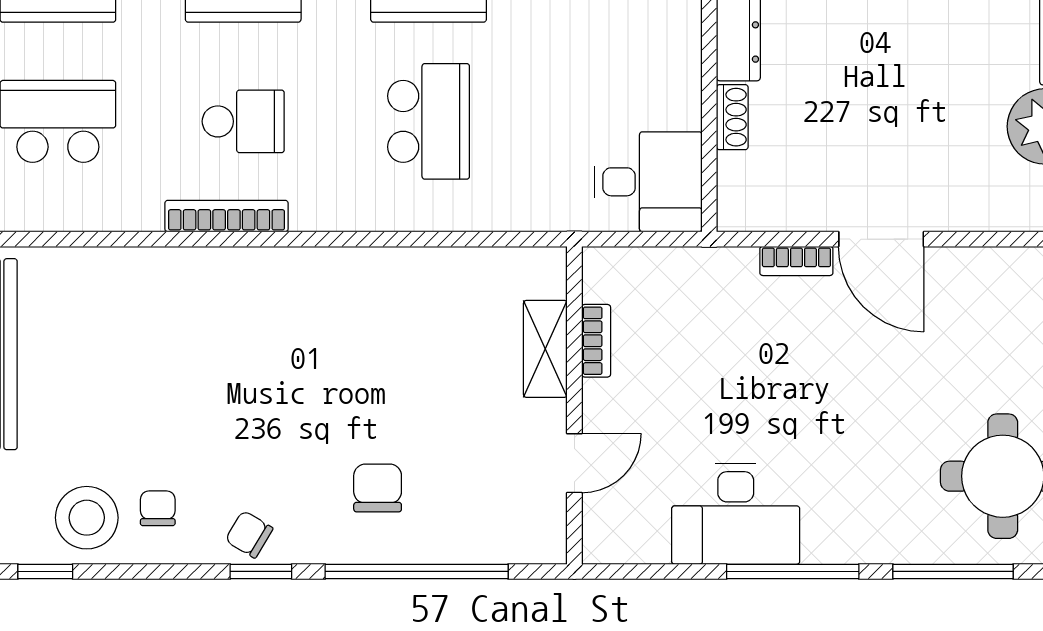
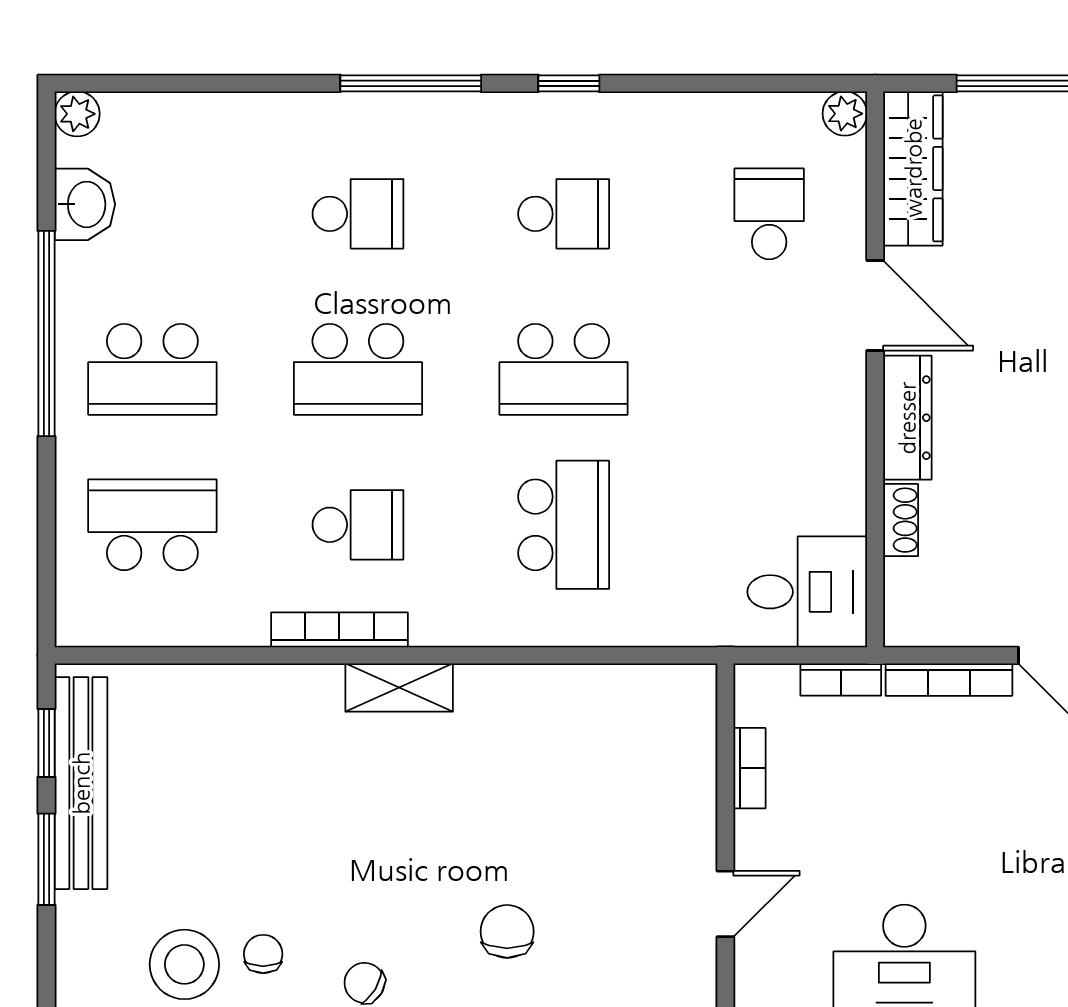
bookcase: (678, 261) -> (841, 680), added
bookcase: (796, 261) -> (949, 680), width x1.56
shelving: (545, 349) -> (399, 688), moved, turned 90

